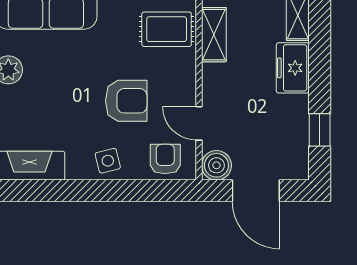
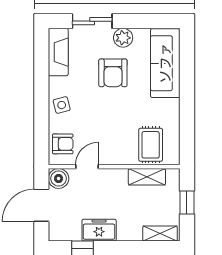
freezer: (293, 68) -> (99, 230), moved
armchair: (126, 101) -> (113, 73), moved

